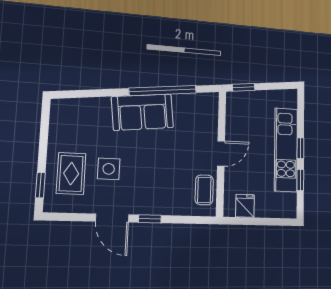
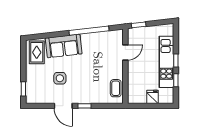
sofa: (143, 112) -> (64, 46), moved
door: (221, 153) -> (125, 53), moved
rug: (71, 173) -> (37, 52), moved
fridge: (245, 206) -> (153, 97), moved

